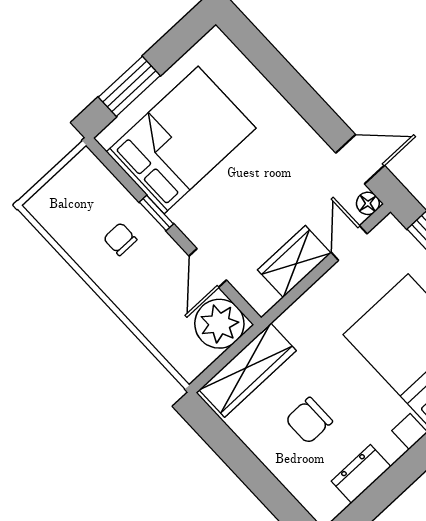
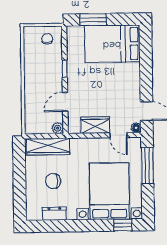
bed: (181, 140) -> (112, 44), moved, turned 180
chair: (120, 239) -> (47, 39), moved
door: (349, 243) -> (118, 135), swing flipped
plant: (219, 324) -> (58, 128), width x0.53, depth x0.53

